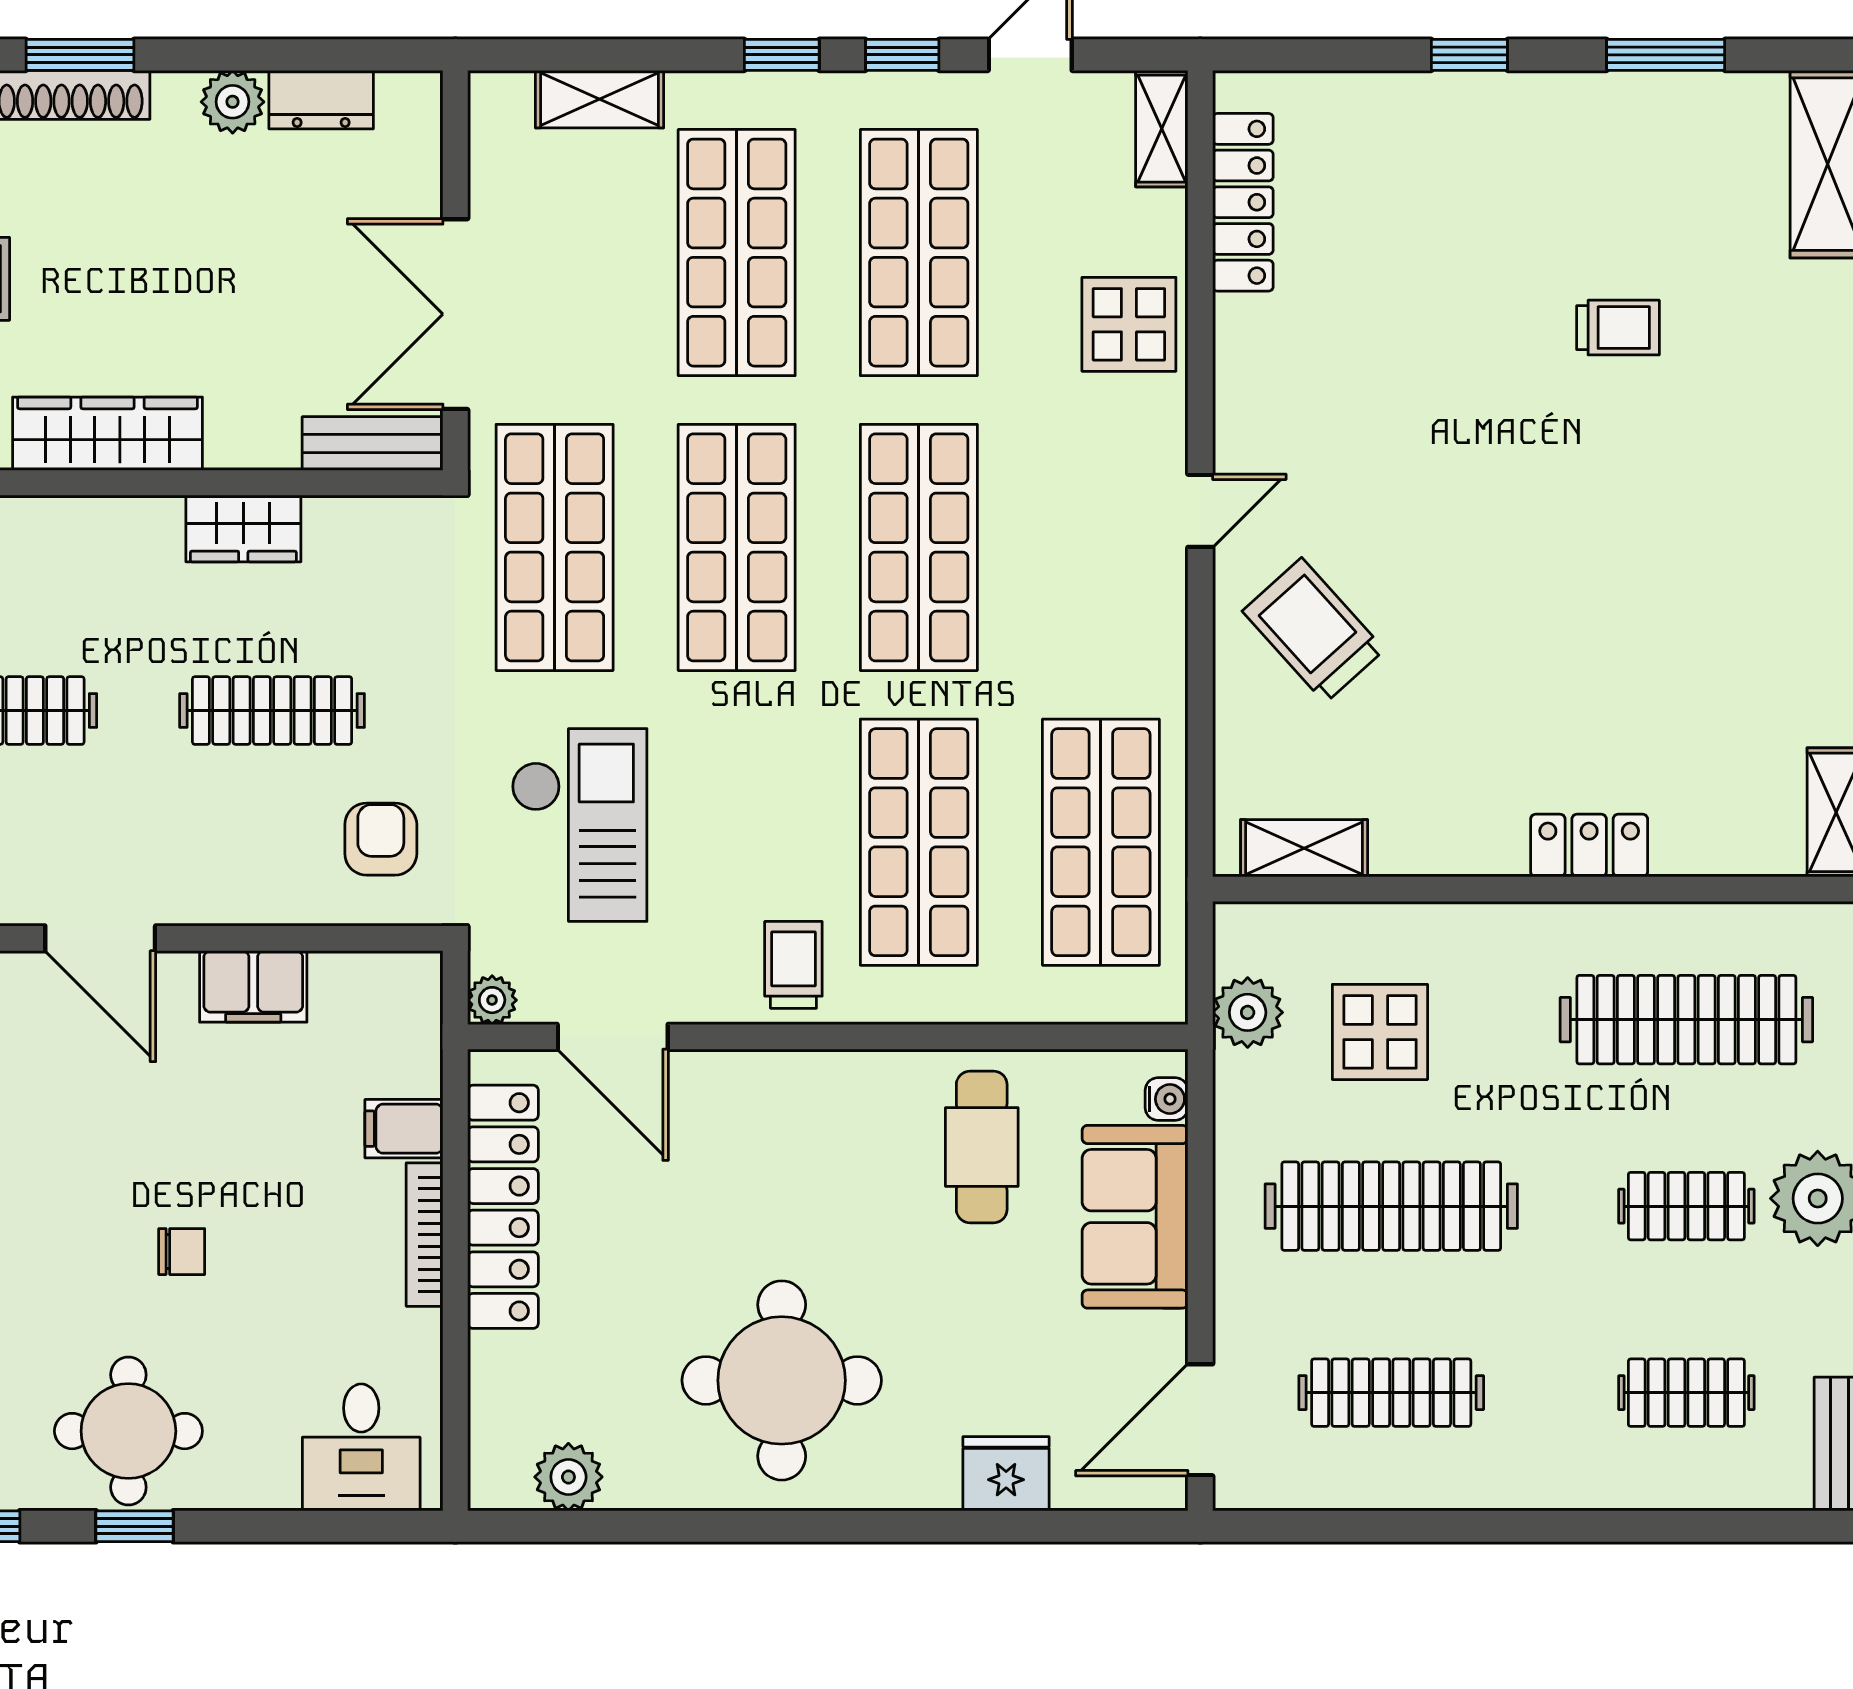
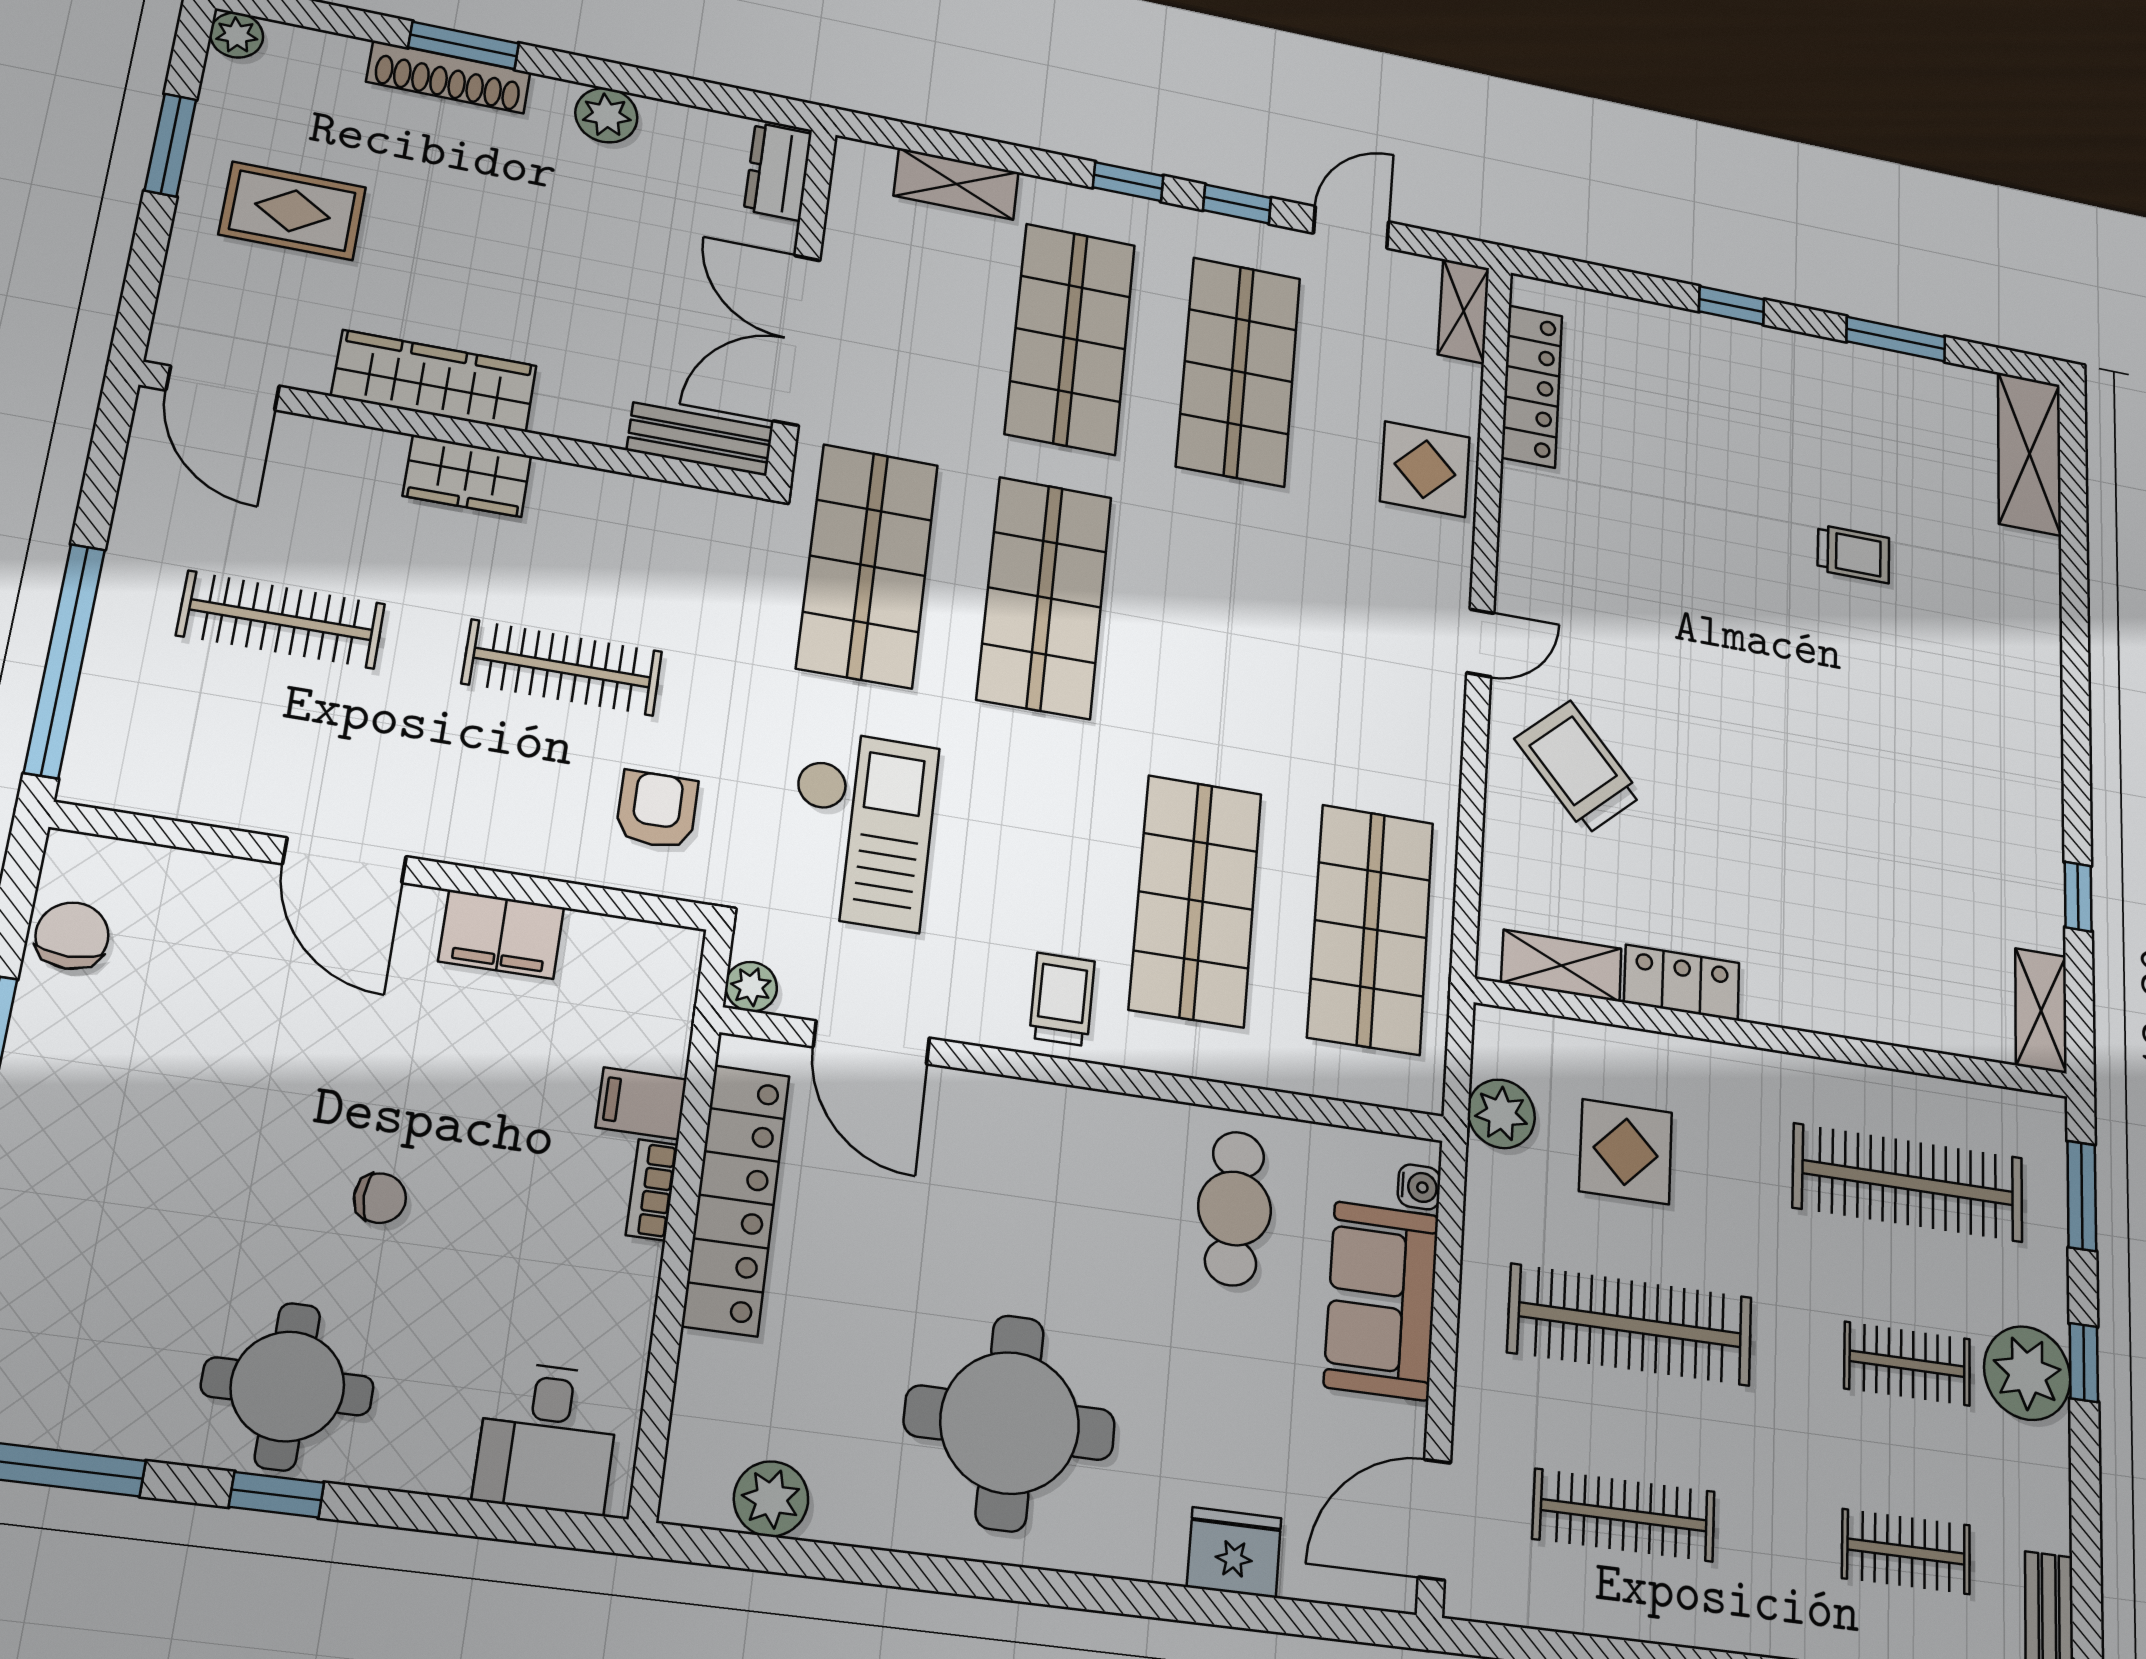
dresser: (321, 100) -> (778, 172), moved, turned 90
wardrobe: (243, 528) -> (467, 476), moved
shop shelf: (919, 547) -> (1218, 628), removed
locker: (1589, 845) -> (1682, 983), moved
bookcase: (425, 1235) -> (652, 1190), width x0.64

